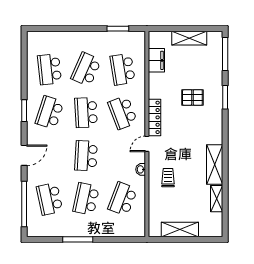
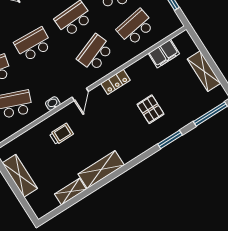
locker: (155, 117) -> (115, 82), width x0.66
door: (147, 144) -> (80, 94), swing flipped

